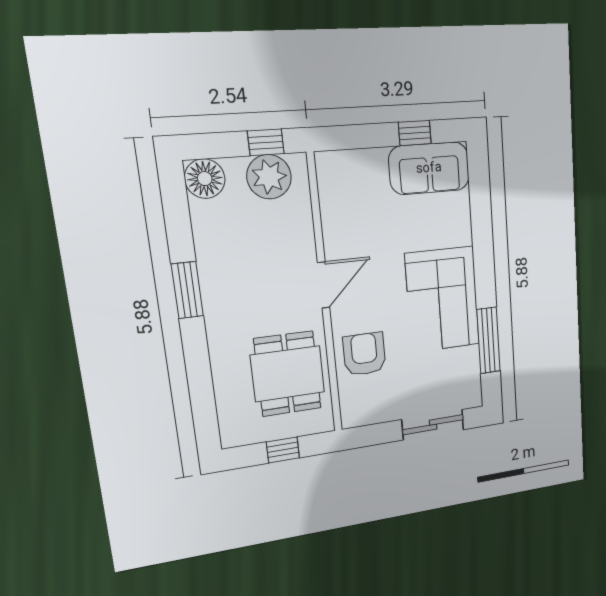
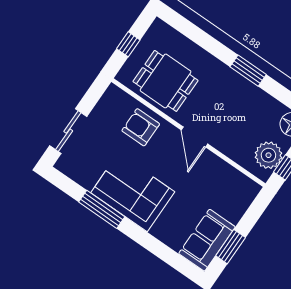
window: (415, 133) -> (231, 247), width x1.50
window: (488, 340) -> (102, 209), moved
armchair: (364, 354) -> (141, 127), turned 180

